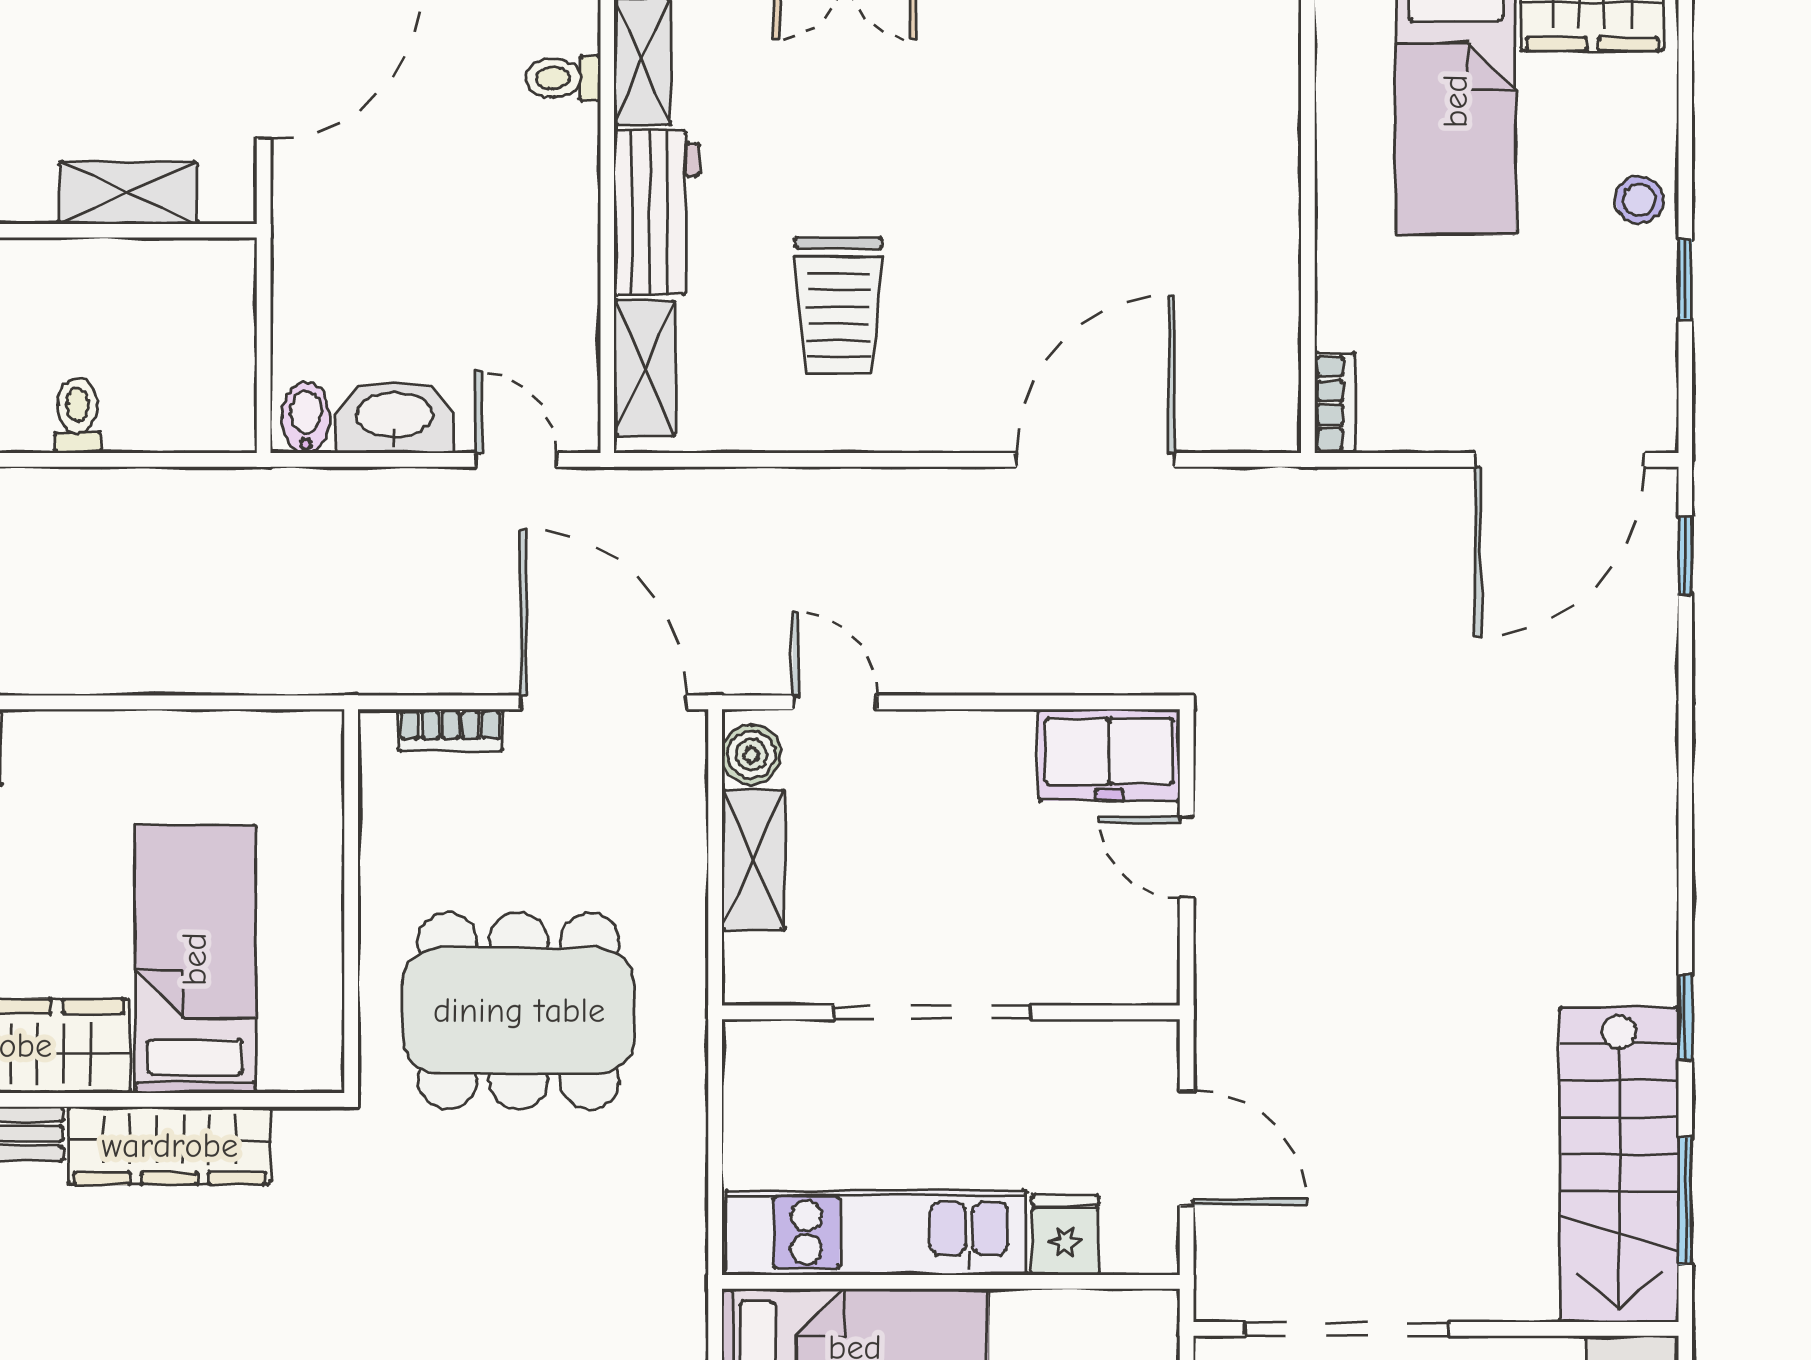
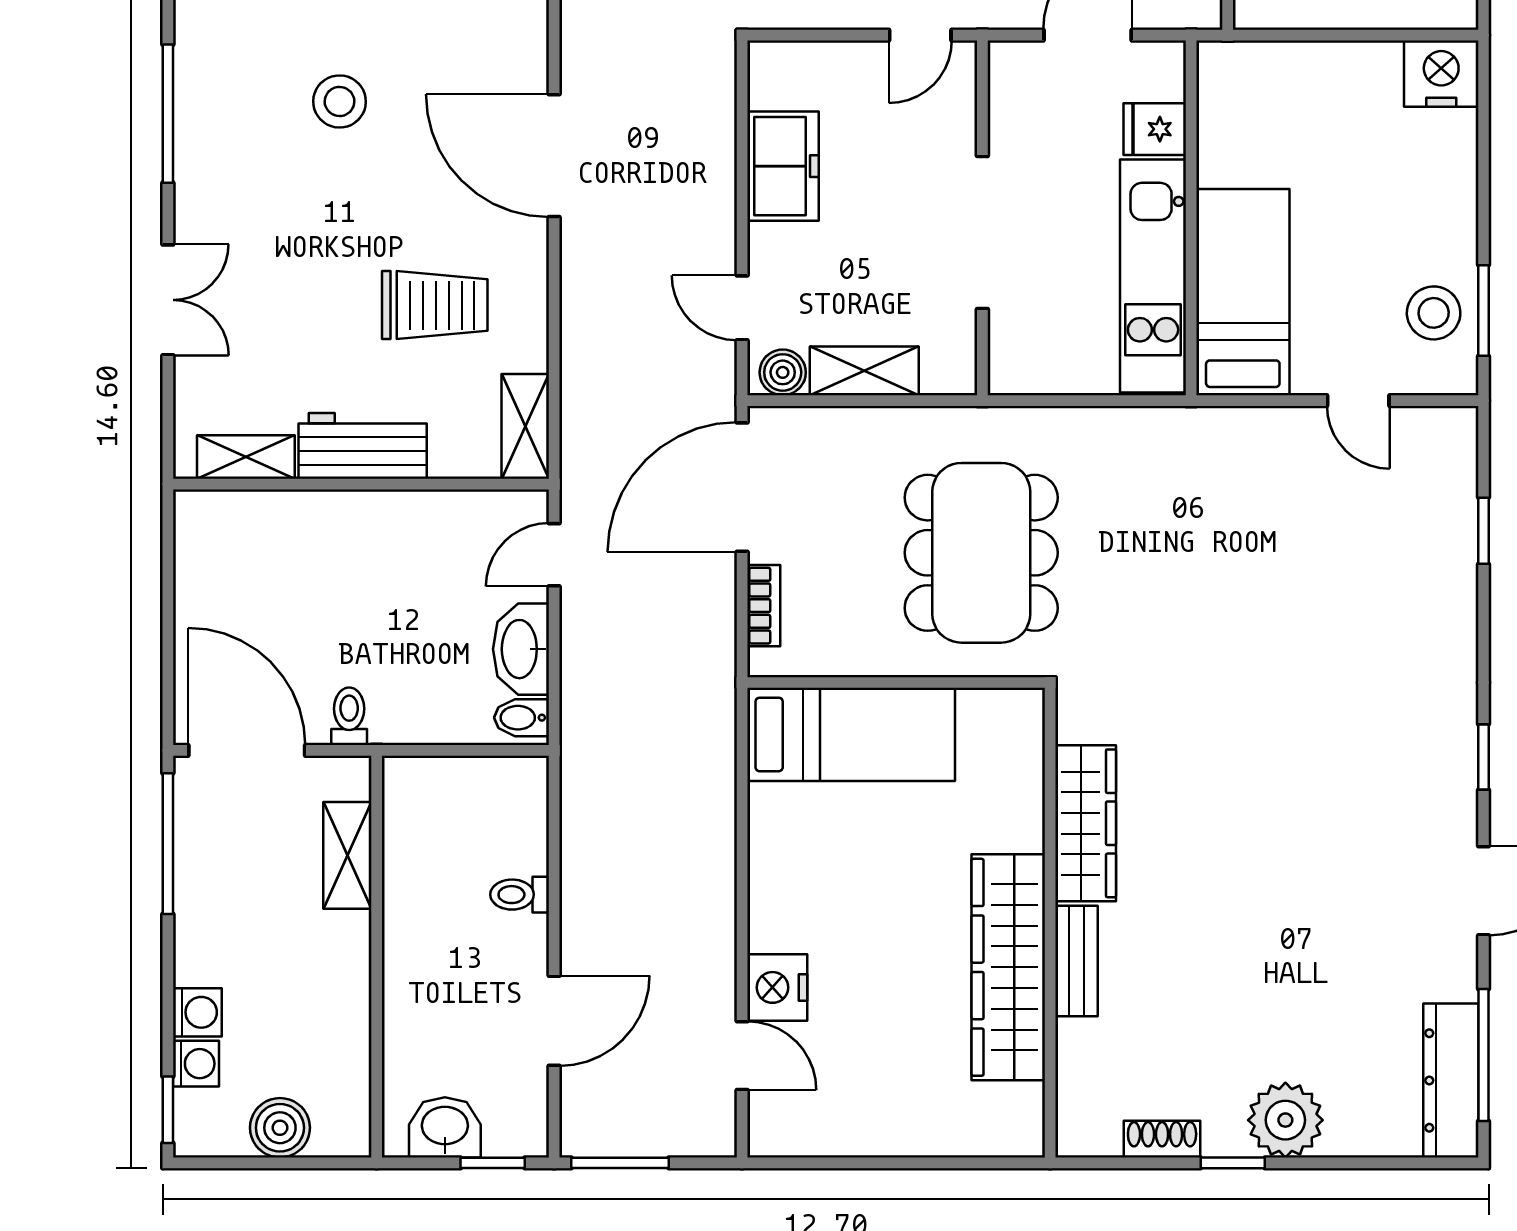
toilet: (563, 78) -> (349, 716), moved, turned 180
stool: (1101, 183) -> (340, 101), added
shelving: (645, 368) -> (525, 426), moved, turned 90
door: (1095, 460) -> (554, 156), moved
door: (835, 702) -> (742, 308), hinge flipped
freezer: (1109, 755) -> (783, 166), moved
door: (1187, 857) -> (920, 35), moved
bed: (195, 959) -> (851, 734), moved, turned 180

